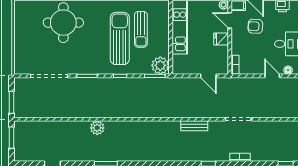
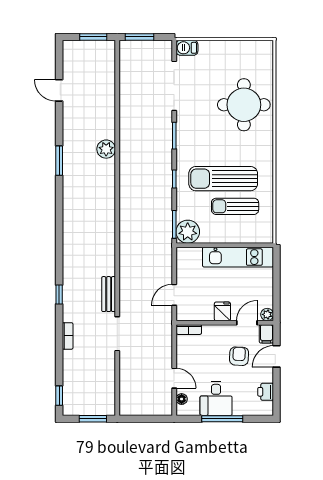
sun lounger: (120, 38) -> (223, 179), turned 180
barbecue: (20, 66) -> (187, 48), added
door: (272, 76) -> (174, 378), hinge flipped
bench: (194, 126) -> (109, 294), moved

